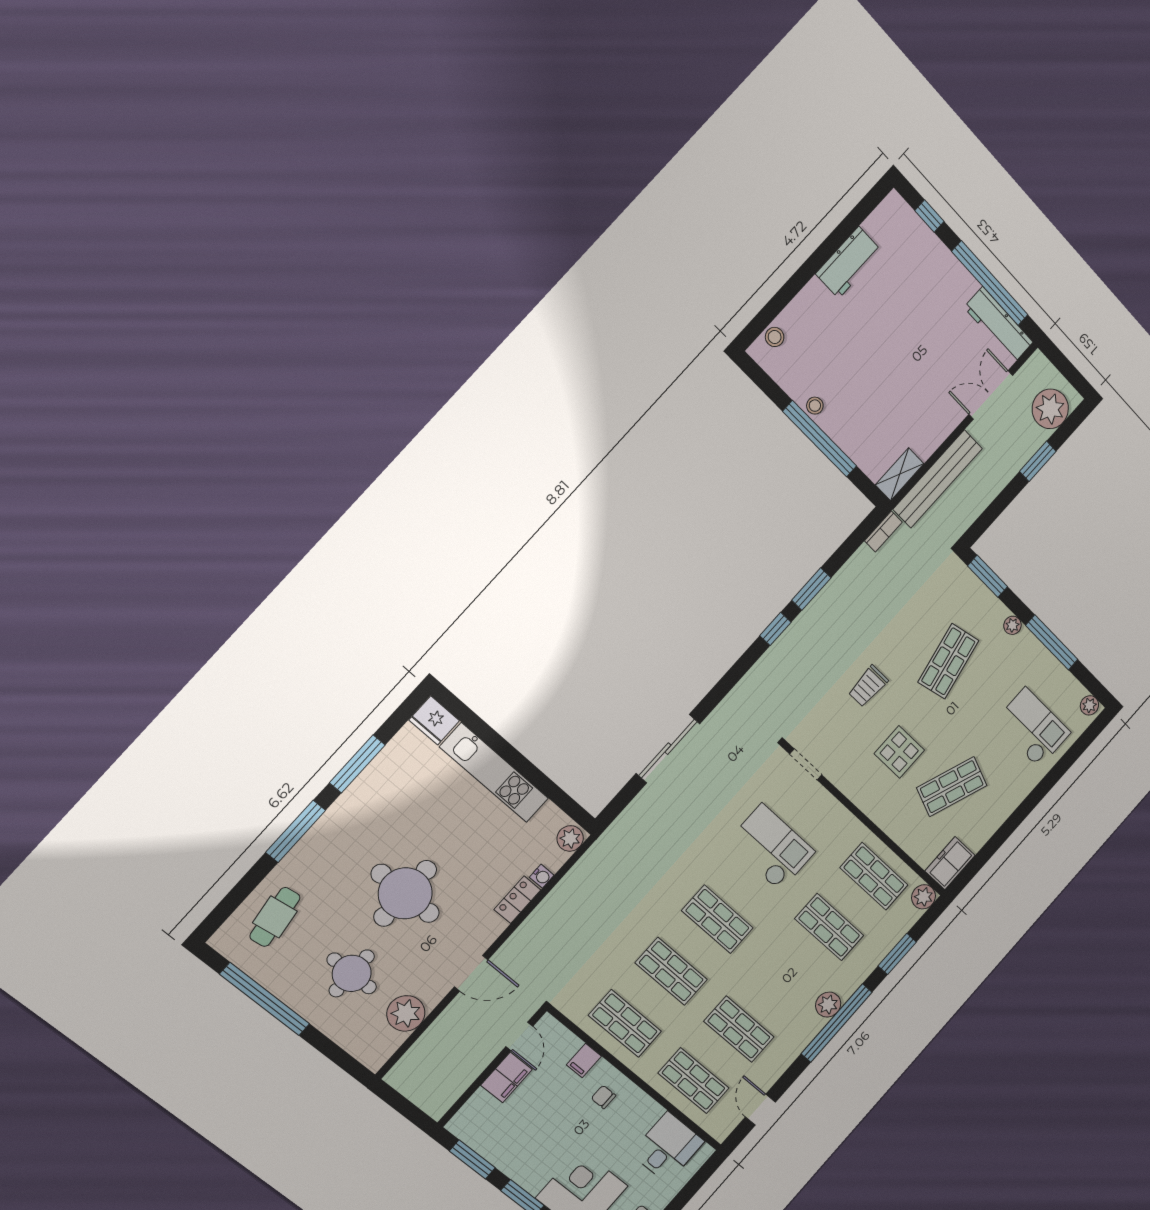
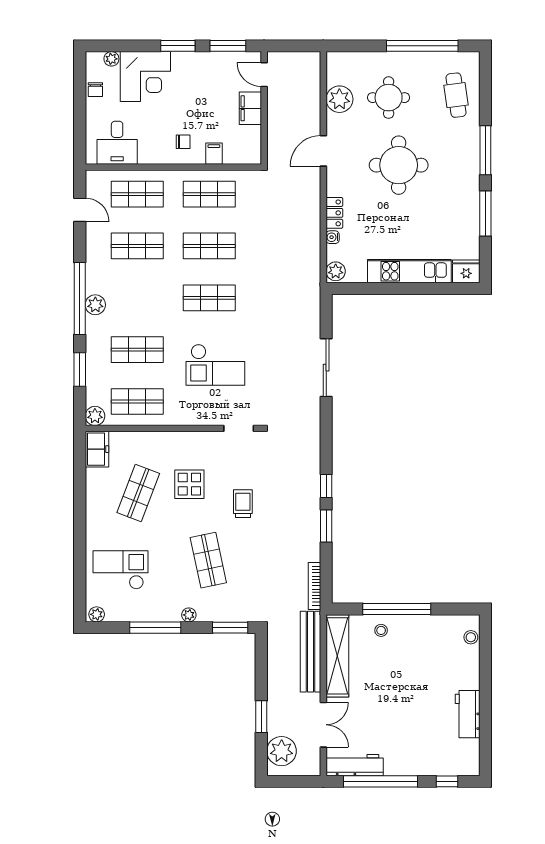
stool: (815, 406) -> (381, 630), moved
shelving: (900, 474) -> (337, 656), width x2.20, depth x1.33
bookcase: (883, 532) -> (314, 586), width x1.56
checkout: (1032, 728) -> (120, 570), turned 180
door: (519, 1036) -> (264, 75), moved

